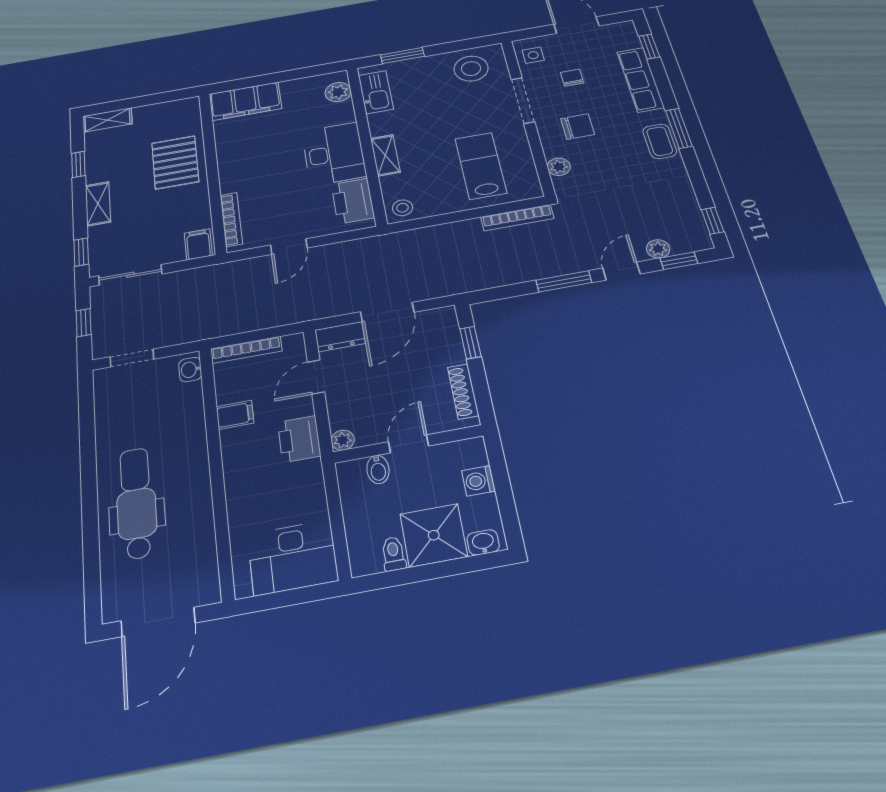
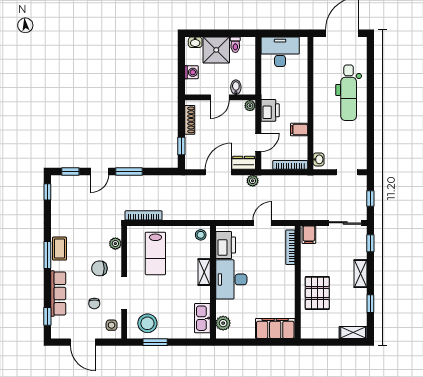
window: (402, 56) -> (155, 342), moved
plant: (658, 249) -> (253, 181), moved

